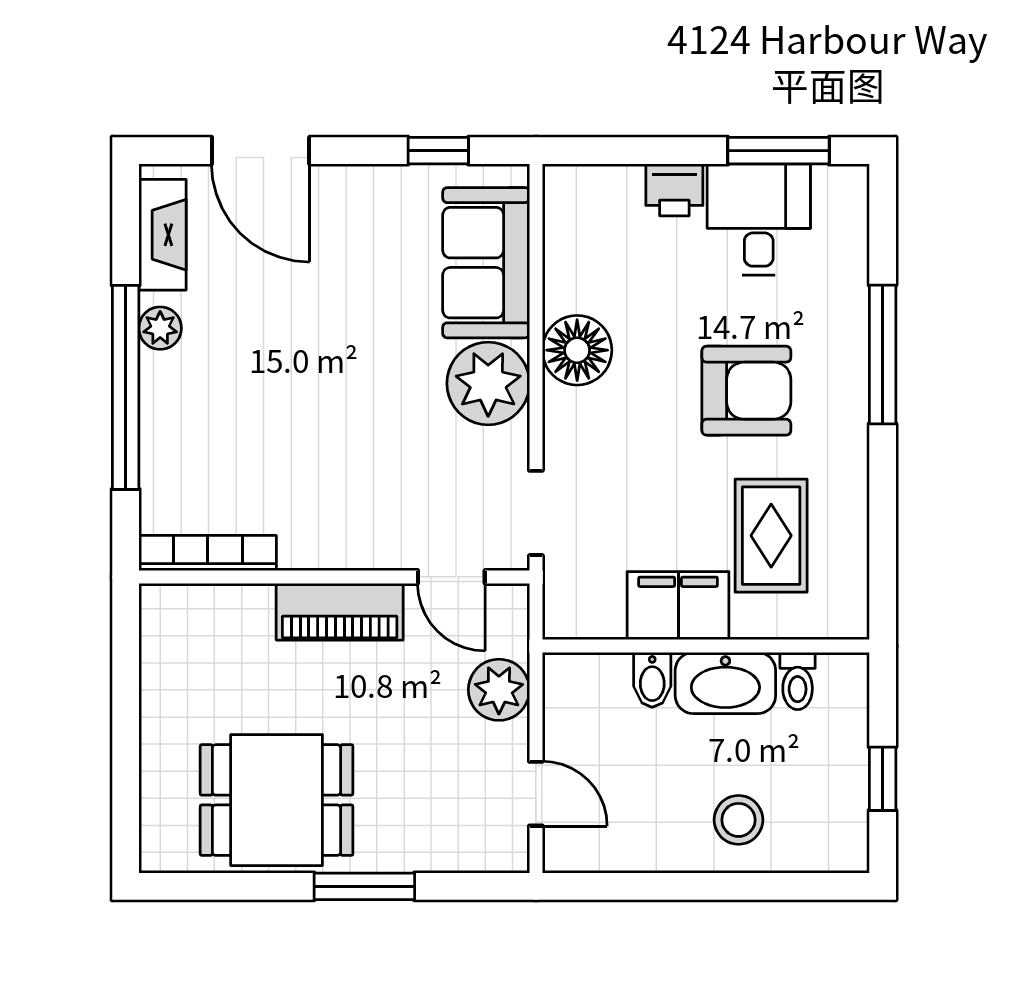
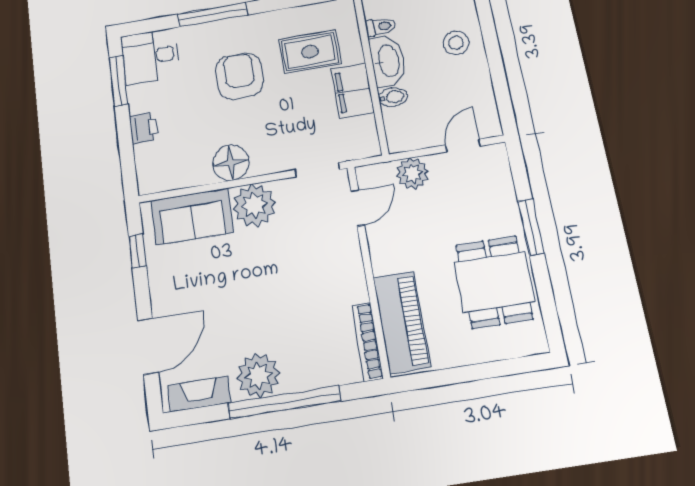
desk: (759, 220) -> (150, 56), moved
plant: (160, 328) -> (258, 375), width x1.88, depth x1.88
piano: (340, 612) -> (402, 322), moved, width x1.37, depth x1.33

